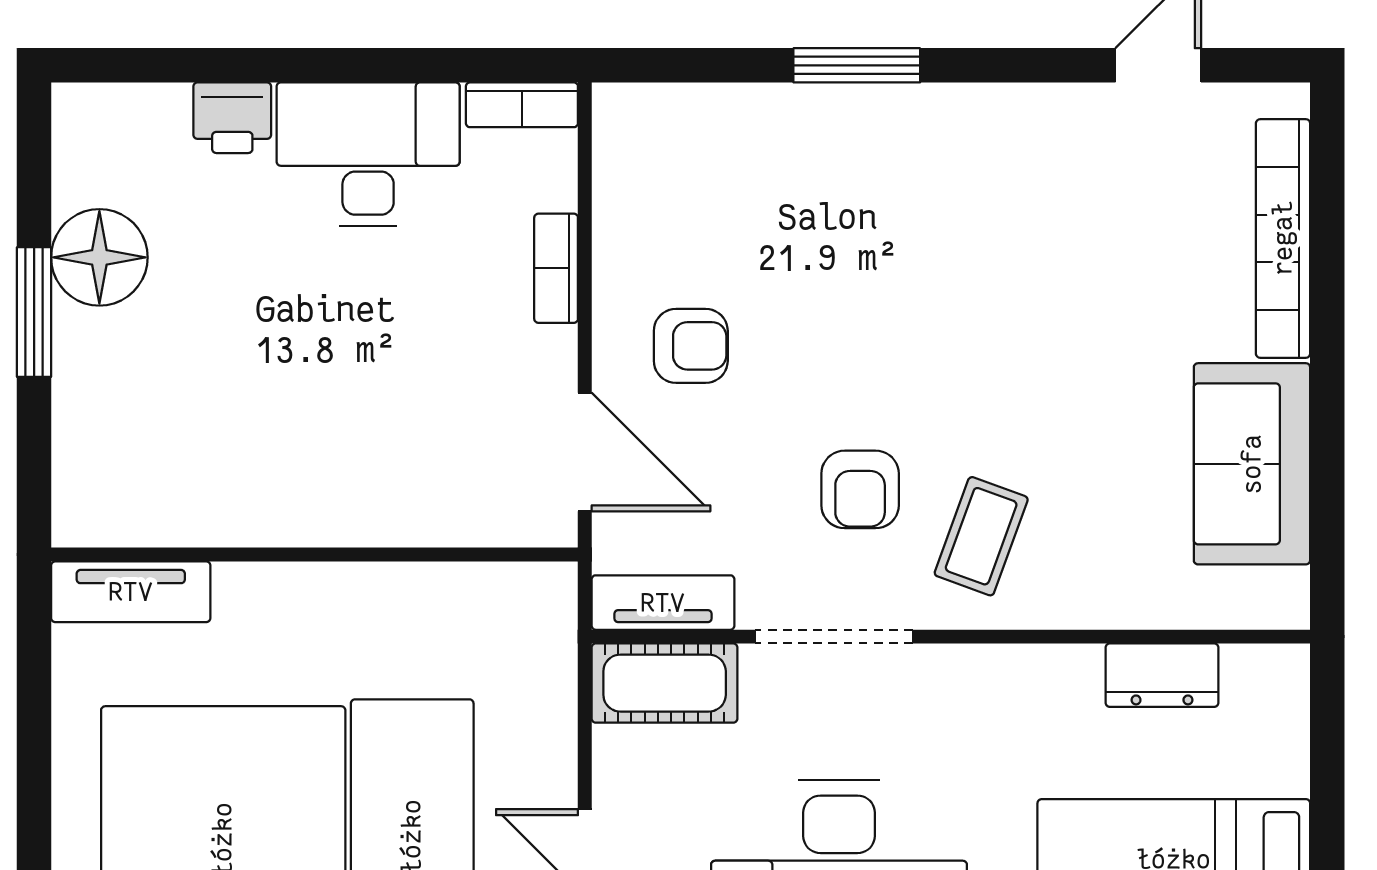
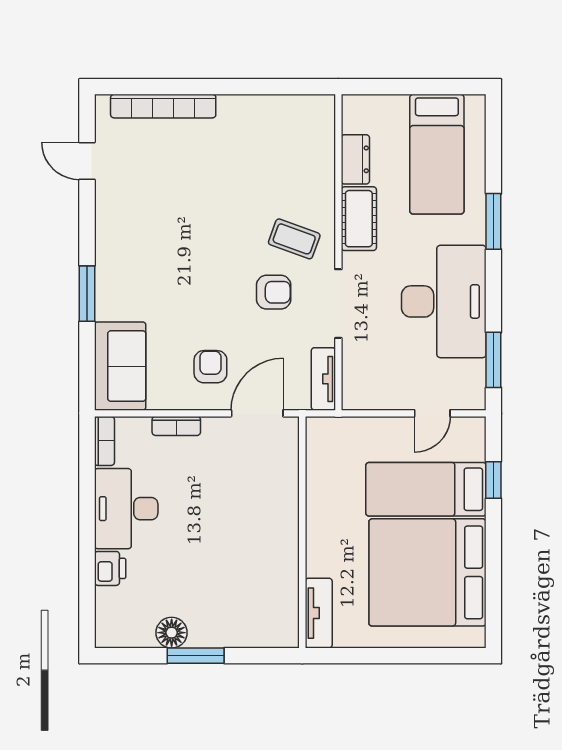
floor lamp: (99, 257) -> (172, 633), width x0.73, depth x0.73
sofa: (1252, 464) -> (120, 366), moved, turned -90
cot: (665, 683) -> (359, 219), moved

